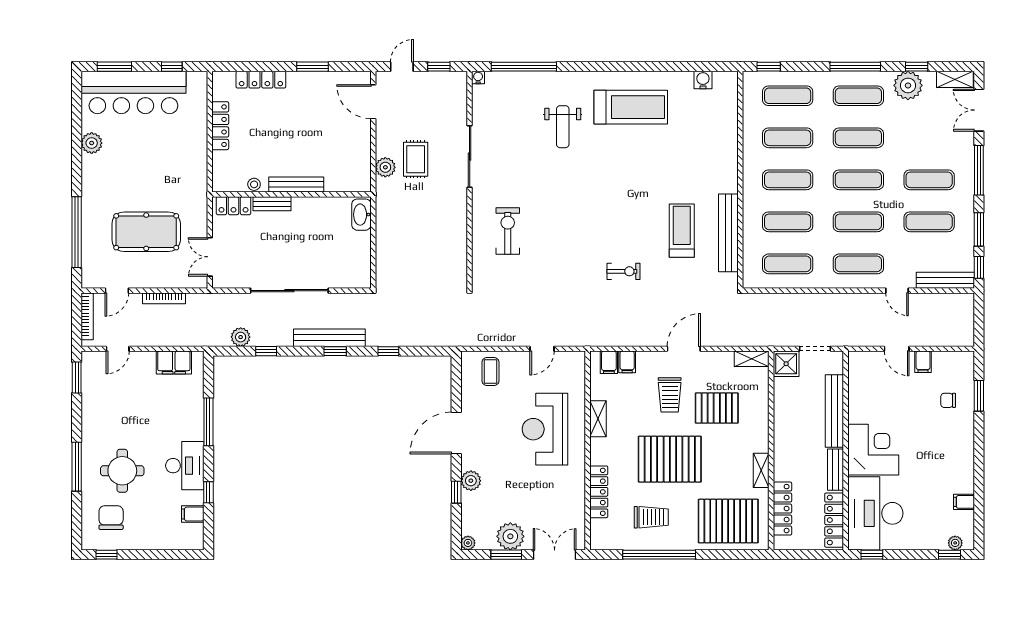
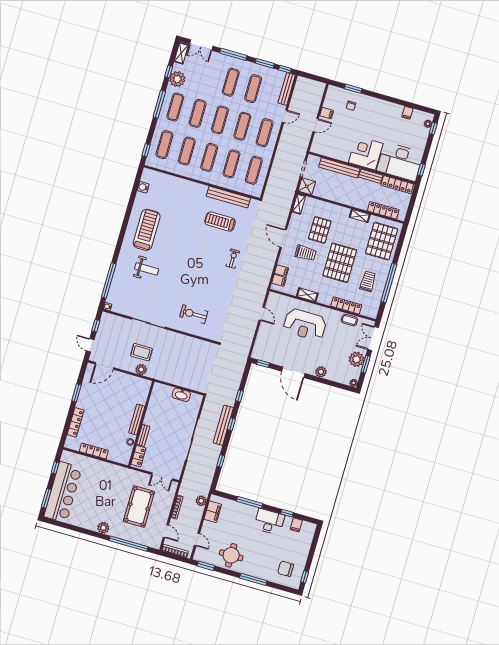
plant: (92, 143) -> (103, 528), moved
washbasin: (361, 215) -> (181, 395), moved
plant: (241, 337) -> (201, 501), moved
coffee table: (490, 372) -> (349, 320), moved
round table: (122, 471) -> (231, 555), moved
window: (456, 492) -> (263, 364), moved

